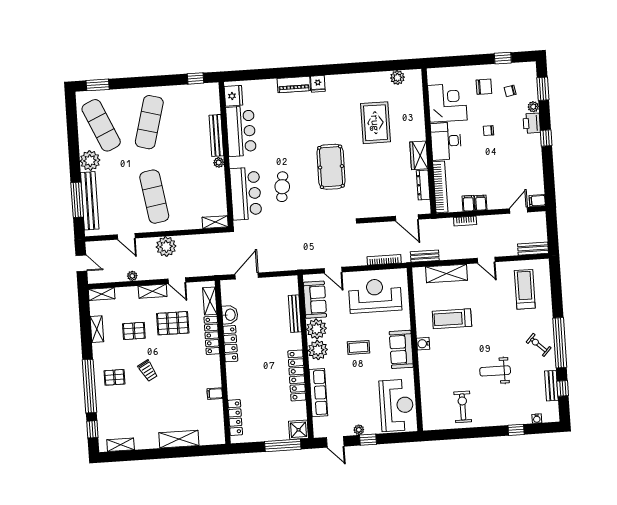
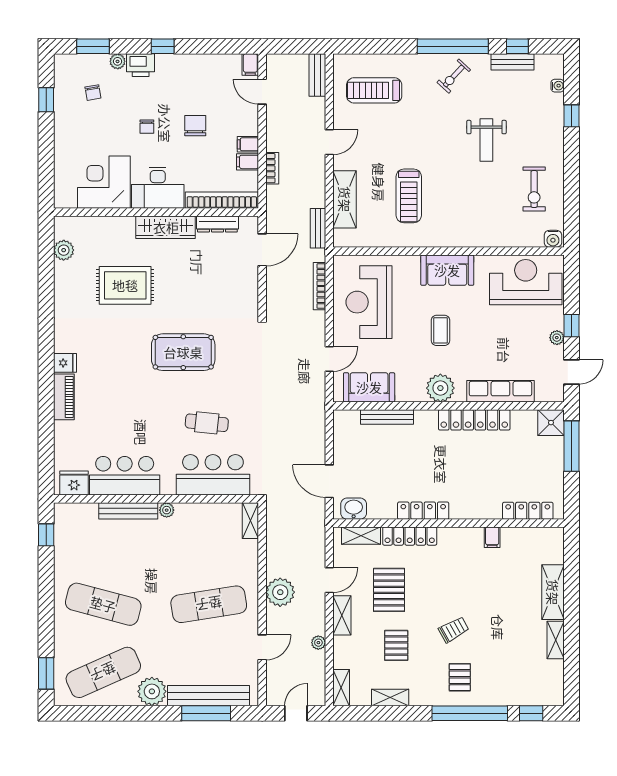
chair: (484, 87) -> (195, 126), moved
wardrobe: (419, 155) -> (166, 227), width x1.50
washbasin: (230, 315) -> (354, 509), moved
plant: (317, 329) -> (410, 388), removed
water cooler: (423, 344) -> (553, 239), moved
exercise bike: (463, 407) -> (534, 189), turned -90
shelving: (121, 445) -> (556, 640), moved

